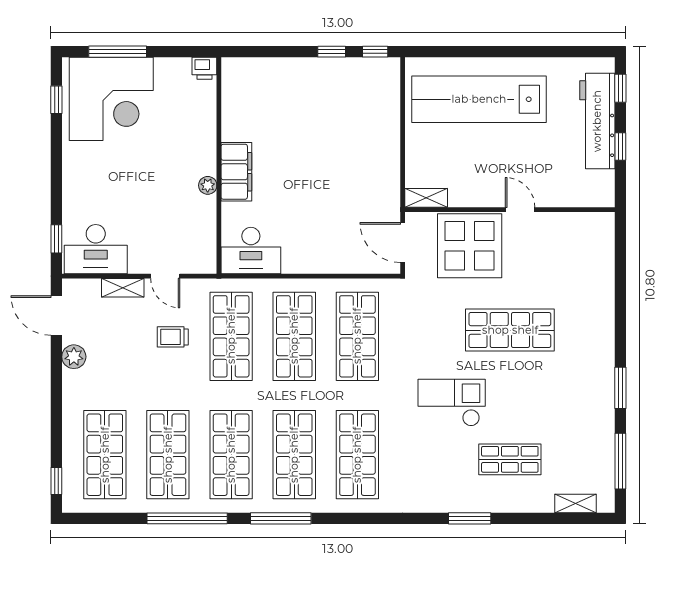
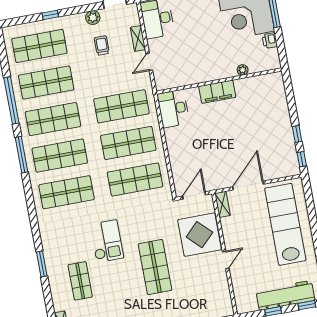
printer: (204, 68) -> (270, 41), moved
door: (403, 149) -> (248, 186), added
plant: (208, 185) -> (243, 70), moved
trolley: (173, 337) -> (102, 45), moved
window: (56, 481) -> (50, 15), moved

